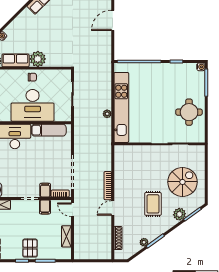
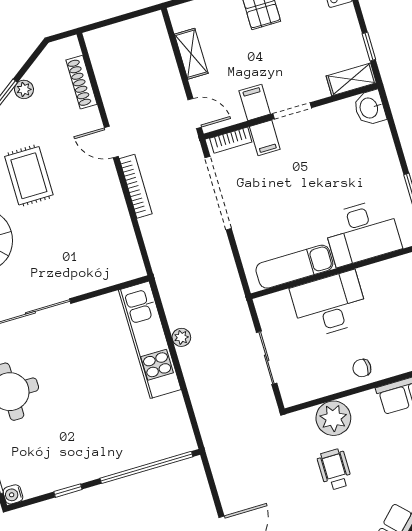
wheelchair: (57, 36) -> (334, 469), added
plant: (38, 59) -> (333, 418), moved
desk: (33, 105) -> (329, 304), width x0.73, depth x0.77
kitchen unit: (121, 107) -> (150, 340), width x0.73
door: (113, 208) -> (111, 142), swing flipped

